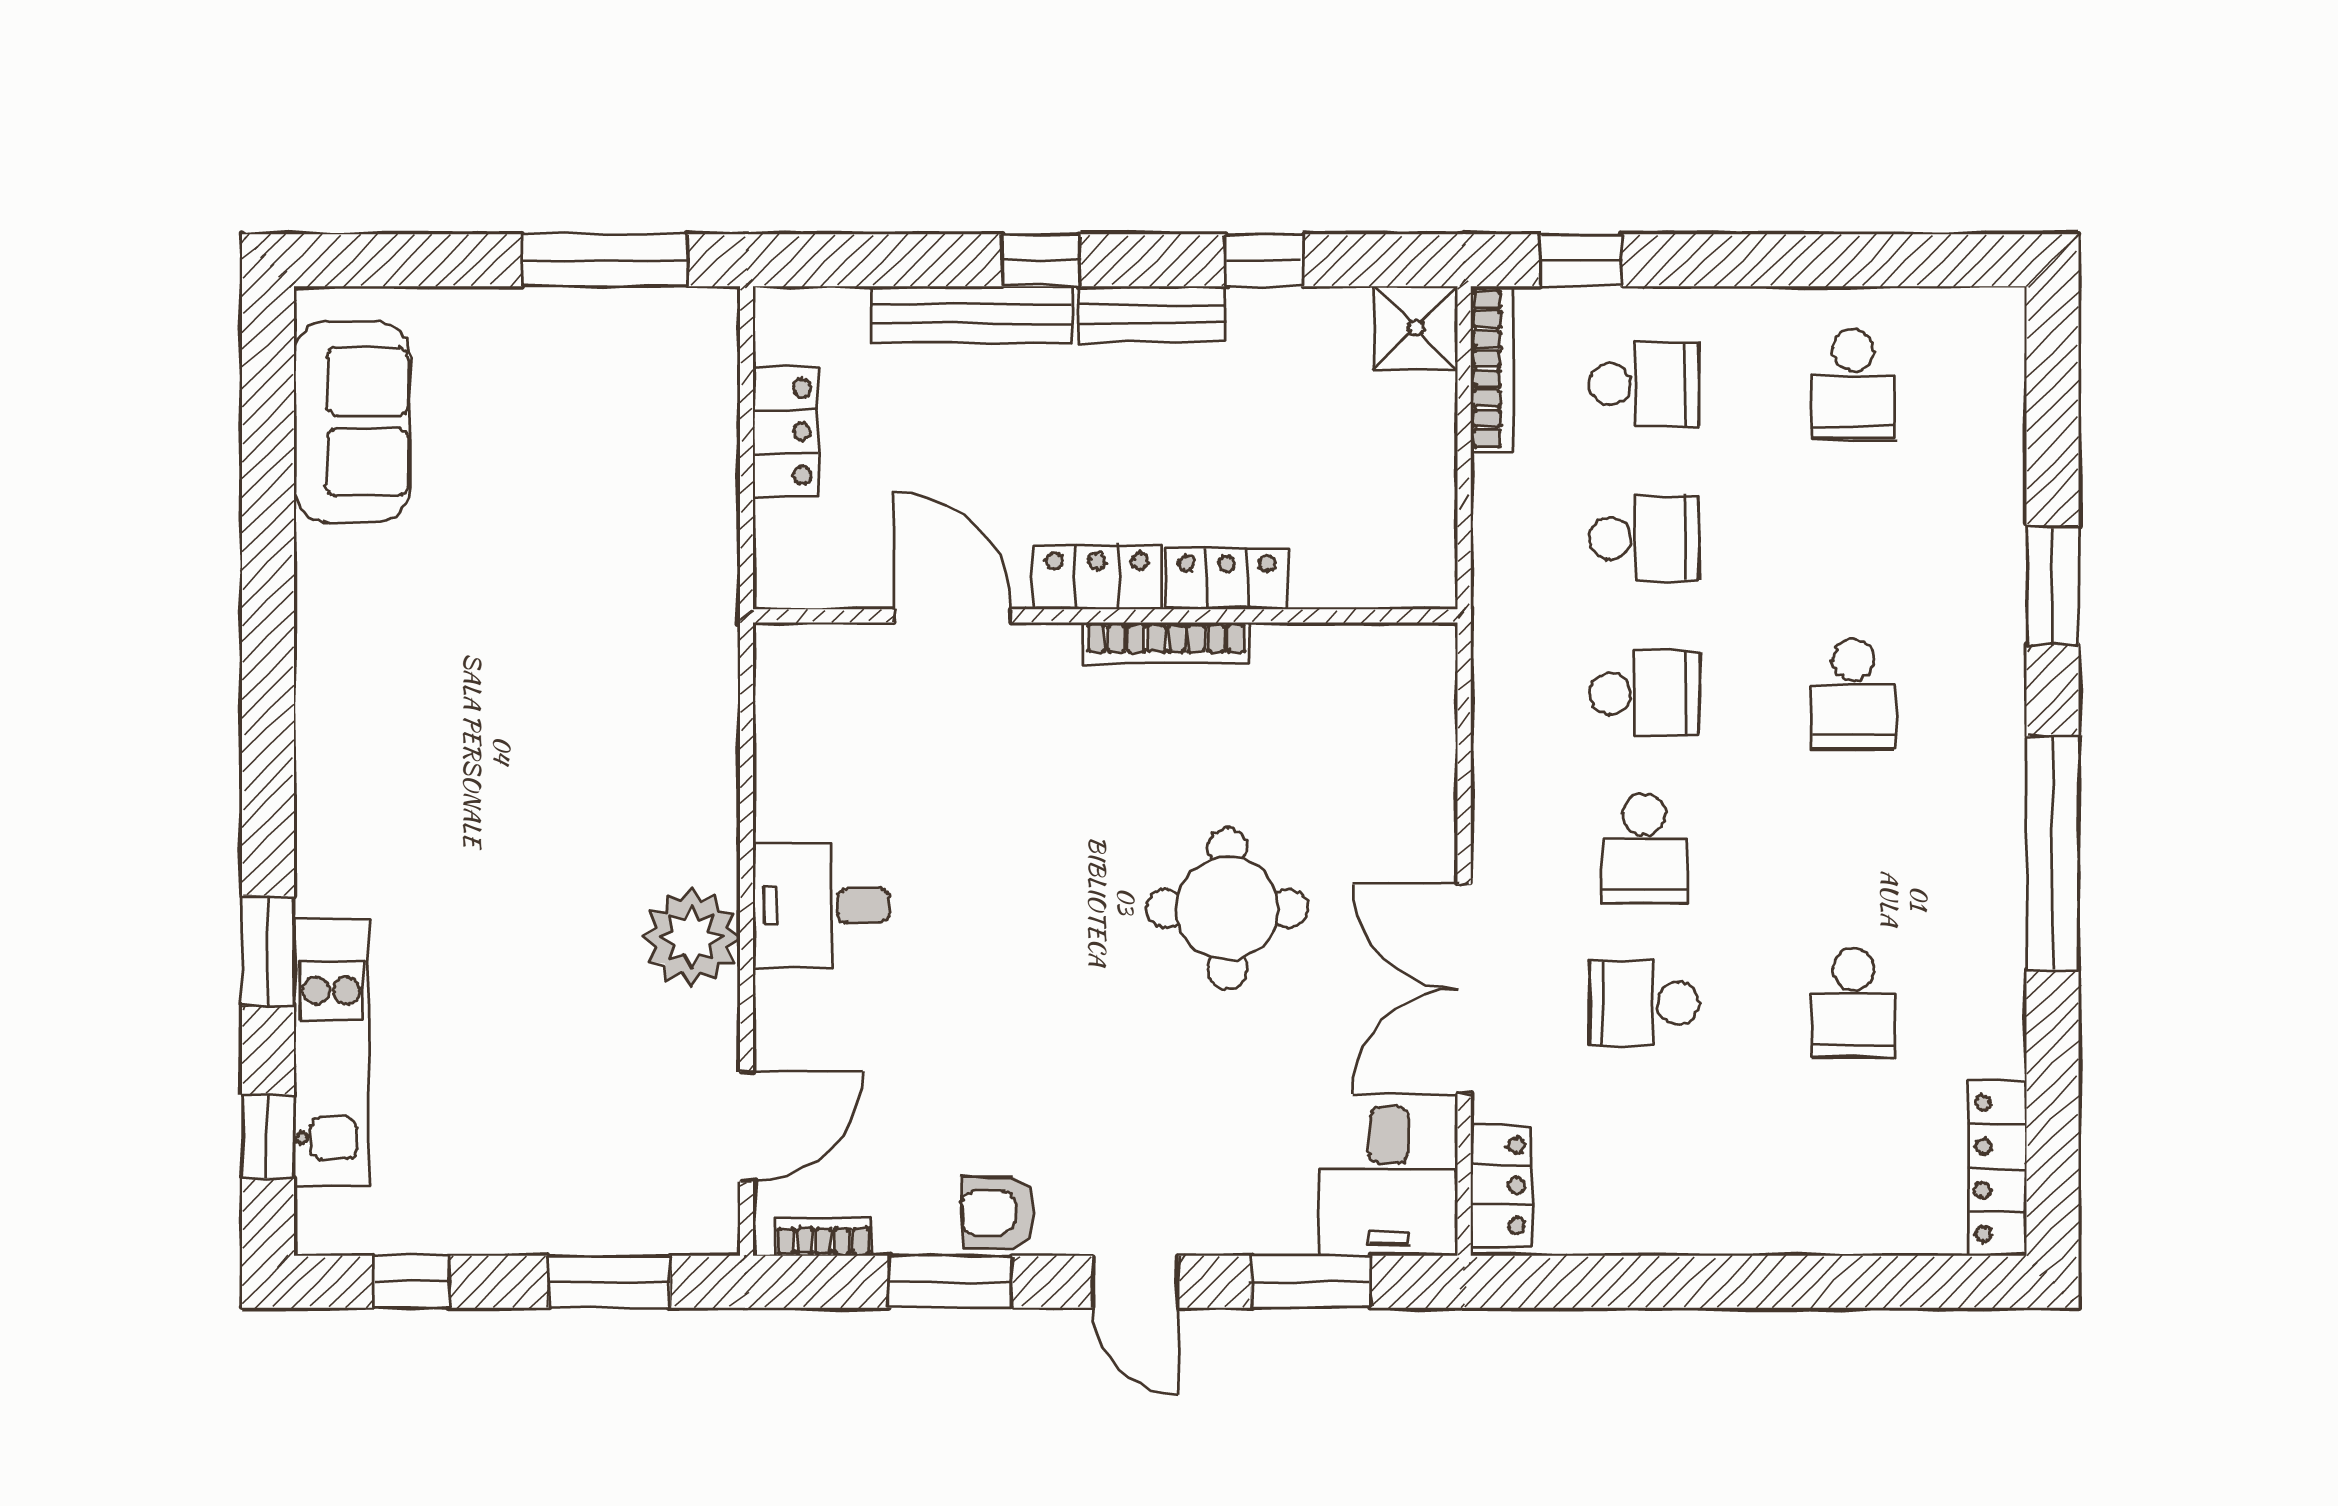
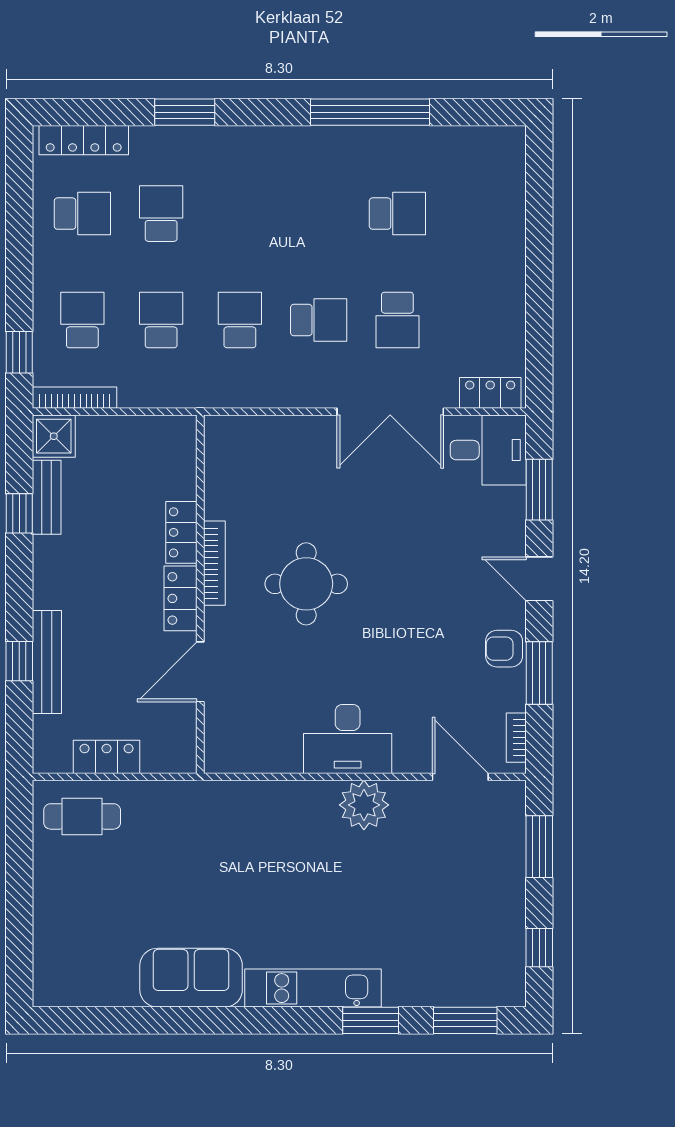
window: (605, 260) -> (19, 849), removed
window: (1041, 260) -> (19, 661), moved
bench: (1152, 314) -> (47, 497), moved
cafe table: (669, 384) -> (82, 816), added
sofa: (352, 422) -> (191, 978), moved
school desk: (1853, 694) -> (161, 214), moved, turned -90
window: (2053, 853) -> (370, 112), moved
desk: (821, 905) -> (348, 739), width x1.37
round table: (1227, 909) -> (306, 584), moved
kitchen unit: (332, 1052) -> (313, 988), moved
window: (268, 1136) -> (465, 1020), width x1.50
locker: (1998, 1168) -> (84, 140), moved
armchair: (998, 1213) -> (504, 649), turned 90
door: (1135, 1282) -> (539, 579), swing flipped

